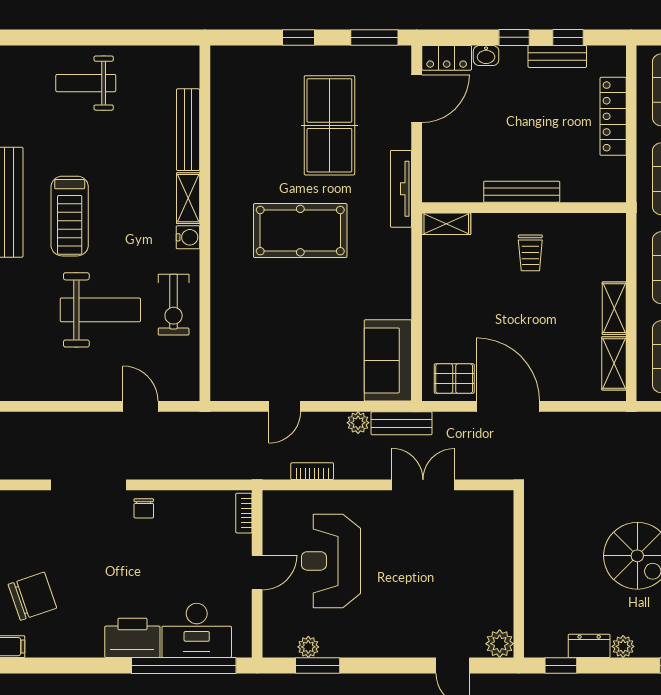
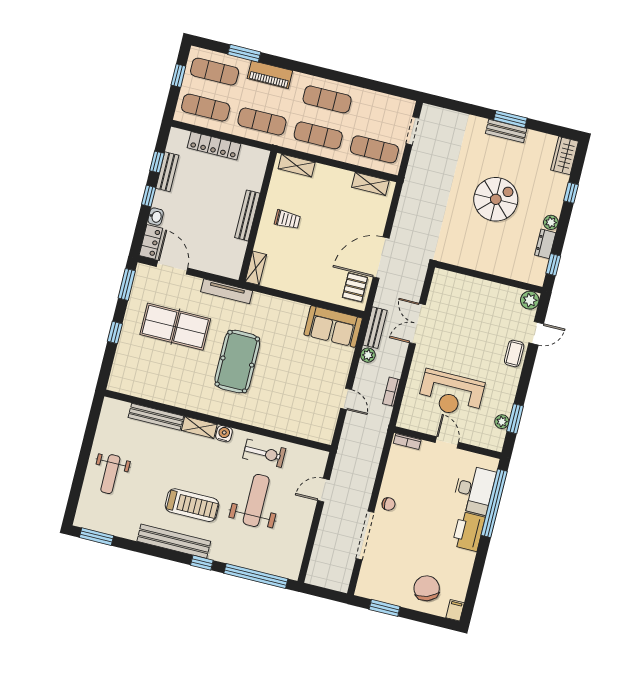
shelving: (614, 308) -> (297, 165), moved
coffee table: (414, 640) -> (514, 353), added

